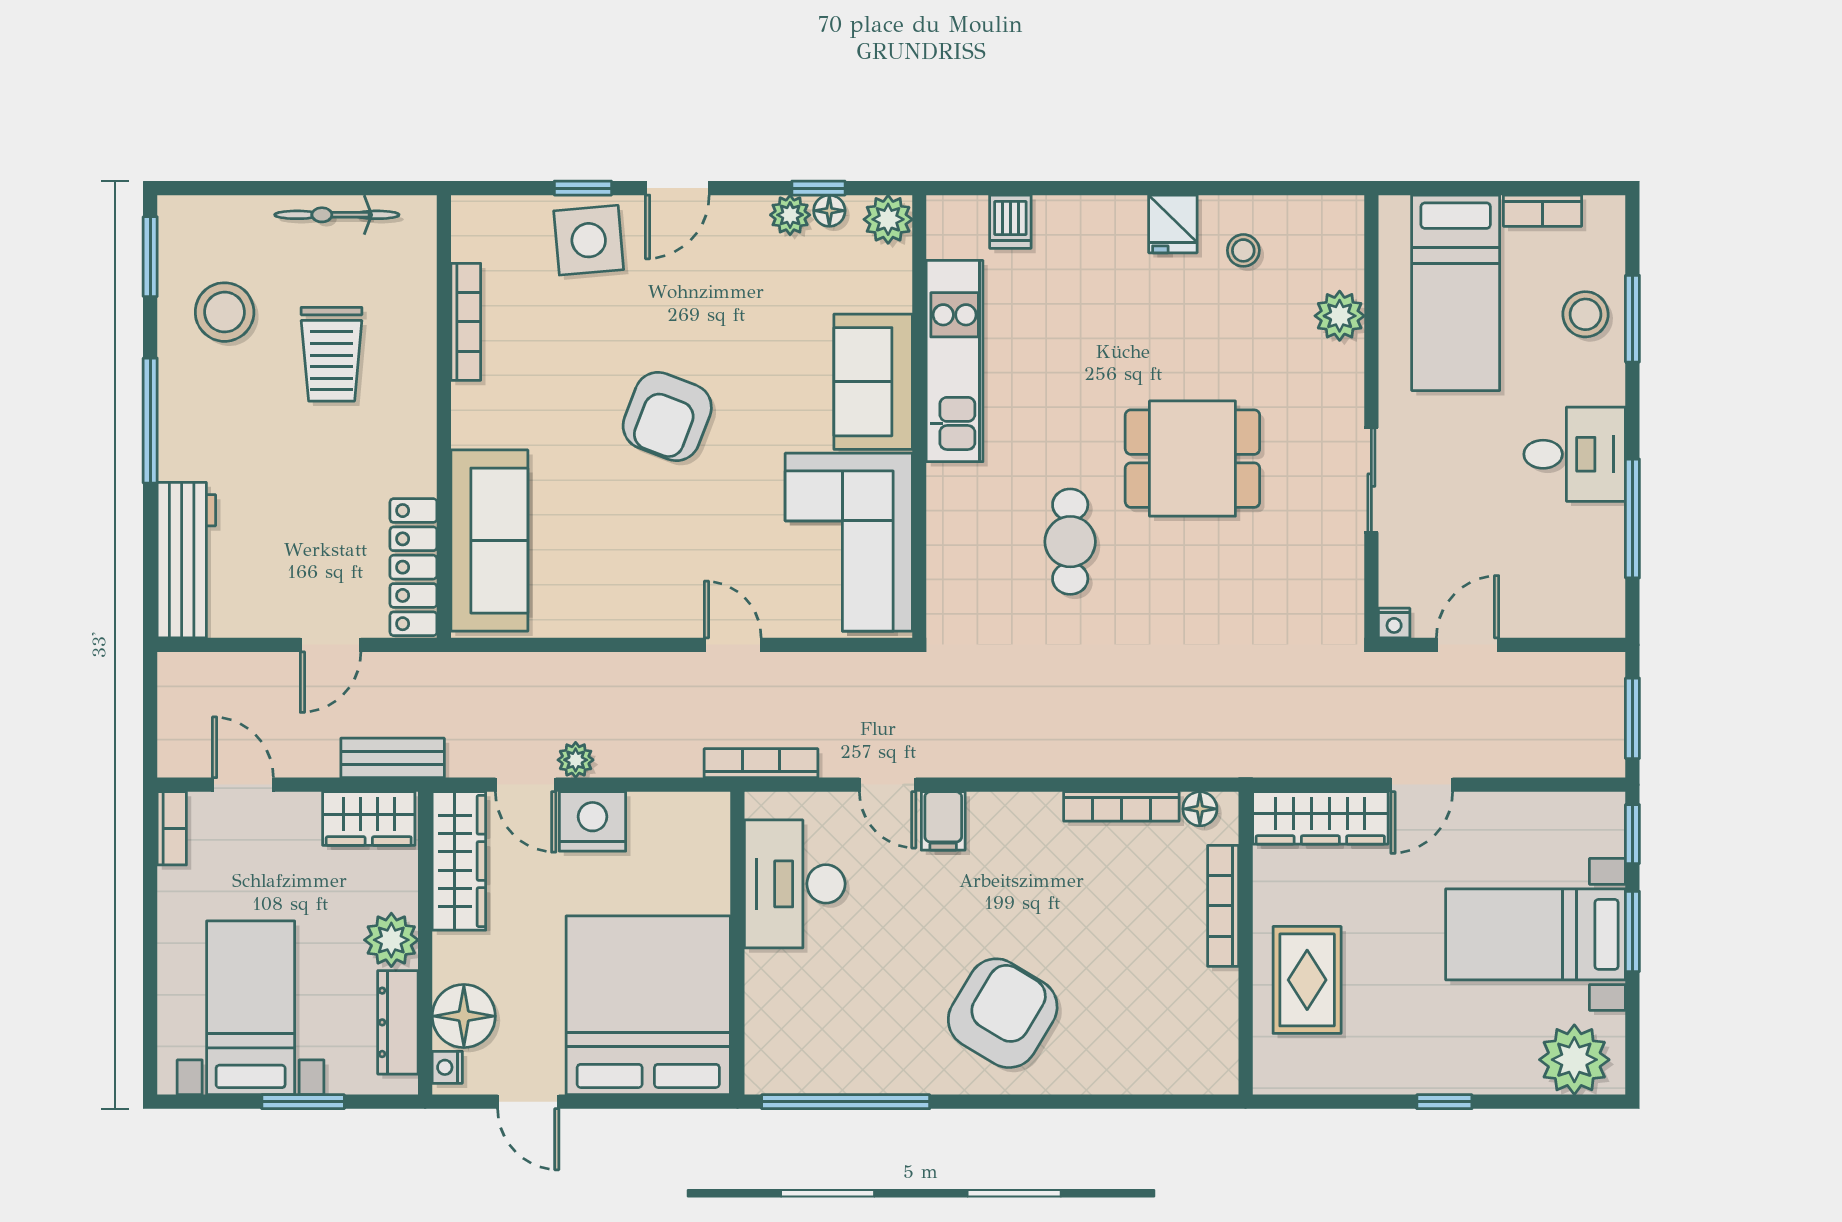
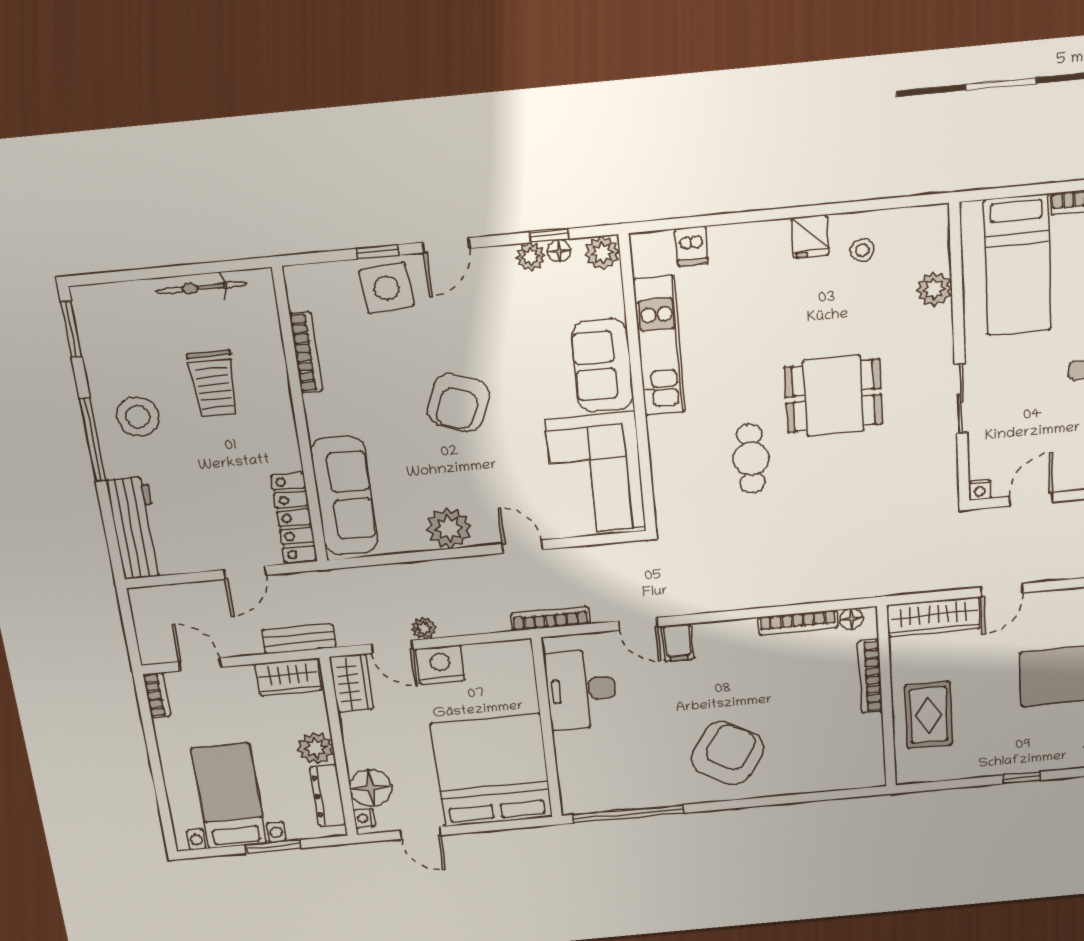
stool: (225, 312) -> (138, 417), moved
plant: (631, 605) -> (449, 528), added
wardrobe: (459, 861) -> (351, 683), width x0.67

